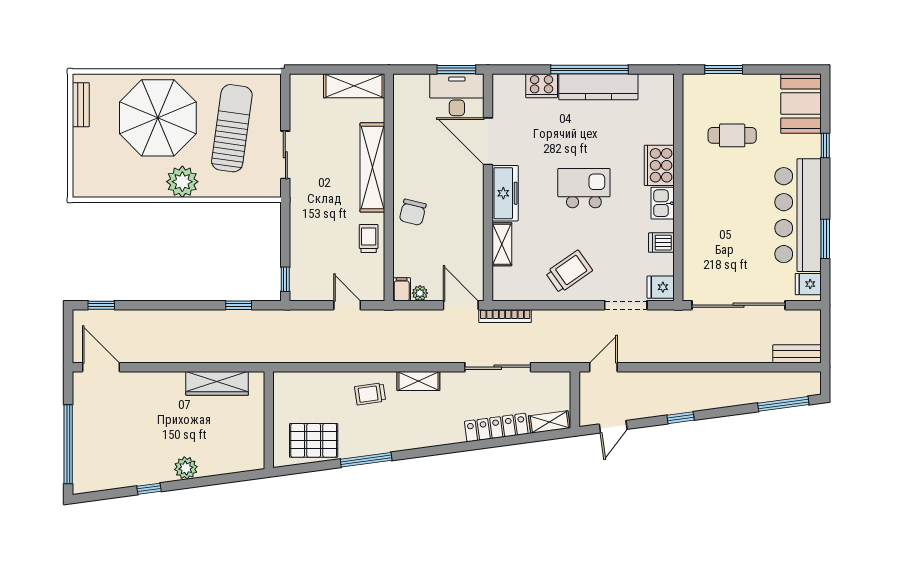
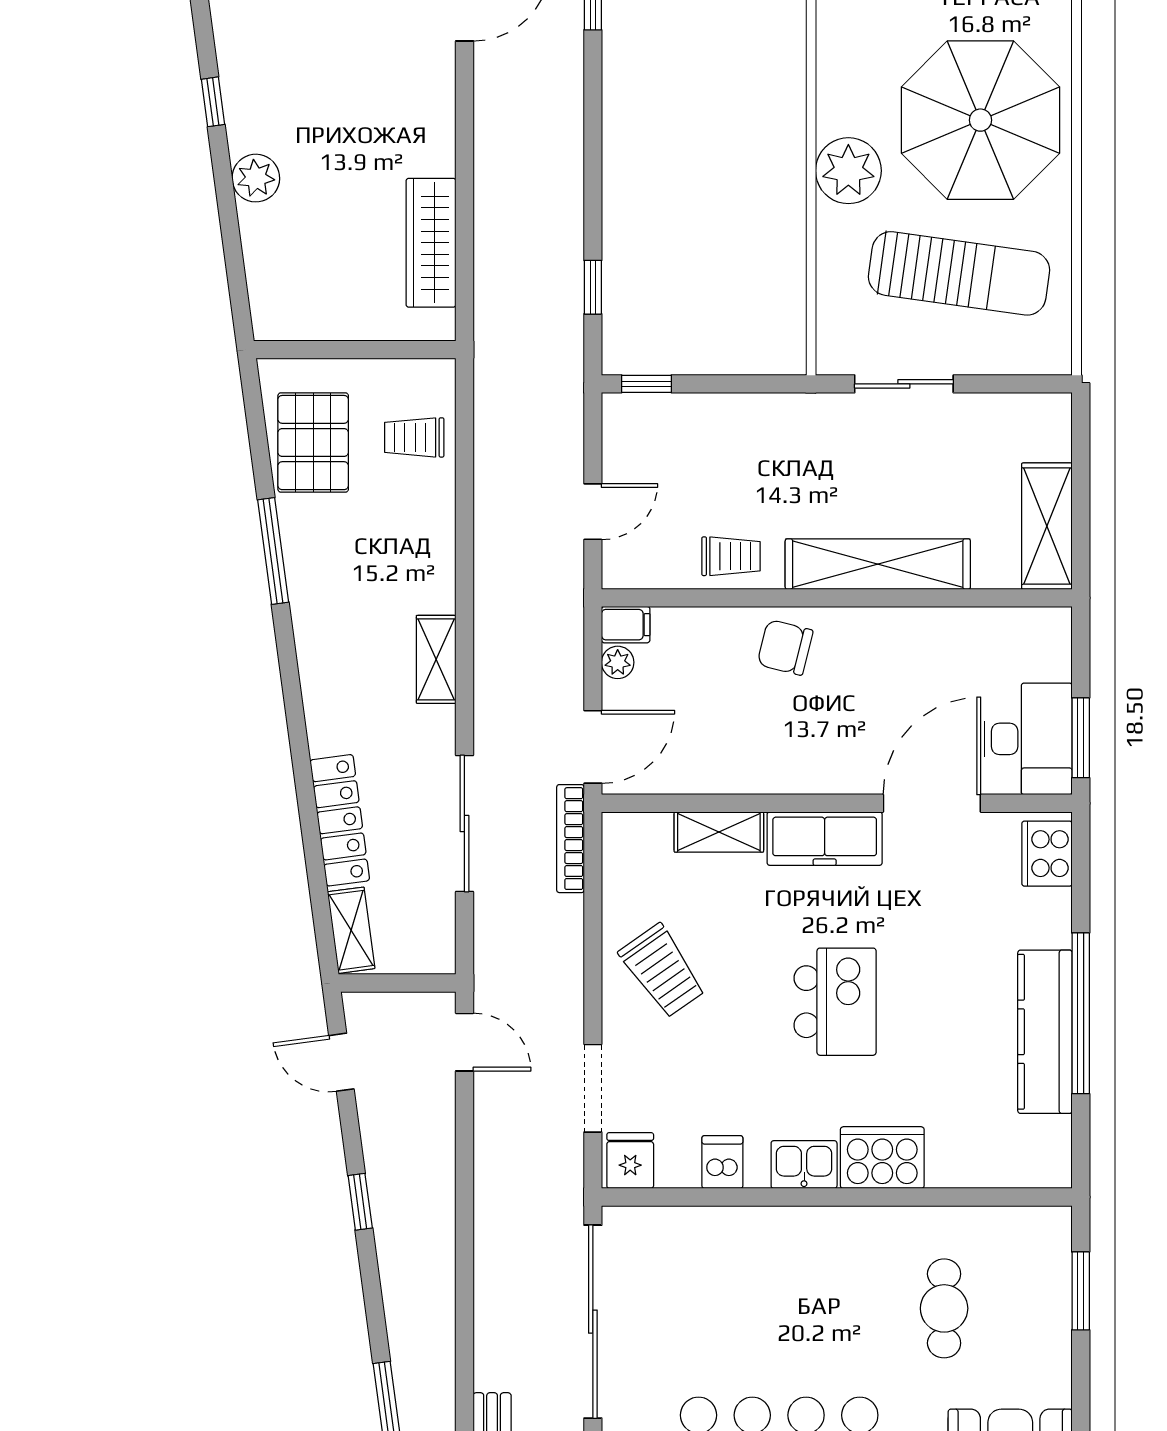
cooker: (542, 86) -> (1047, 854), moved
trolley: (370, 394) -> (414, 437), moved, turned -82

